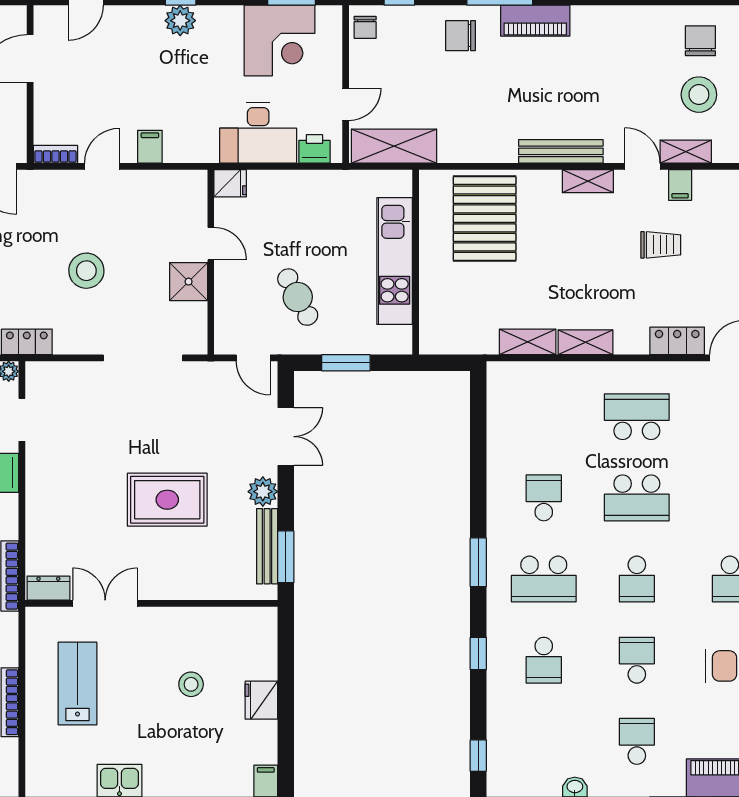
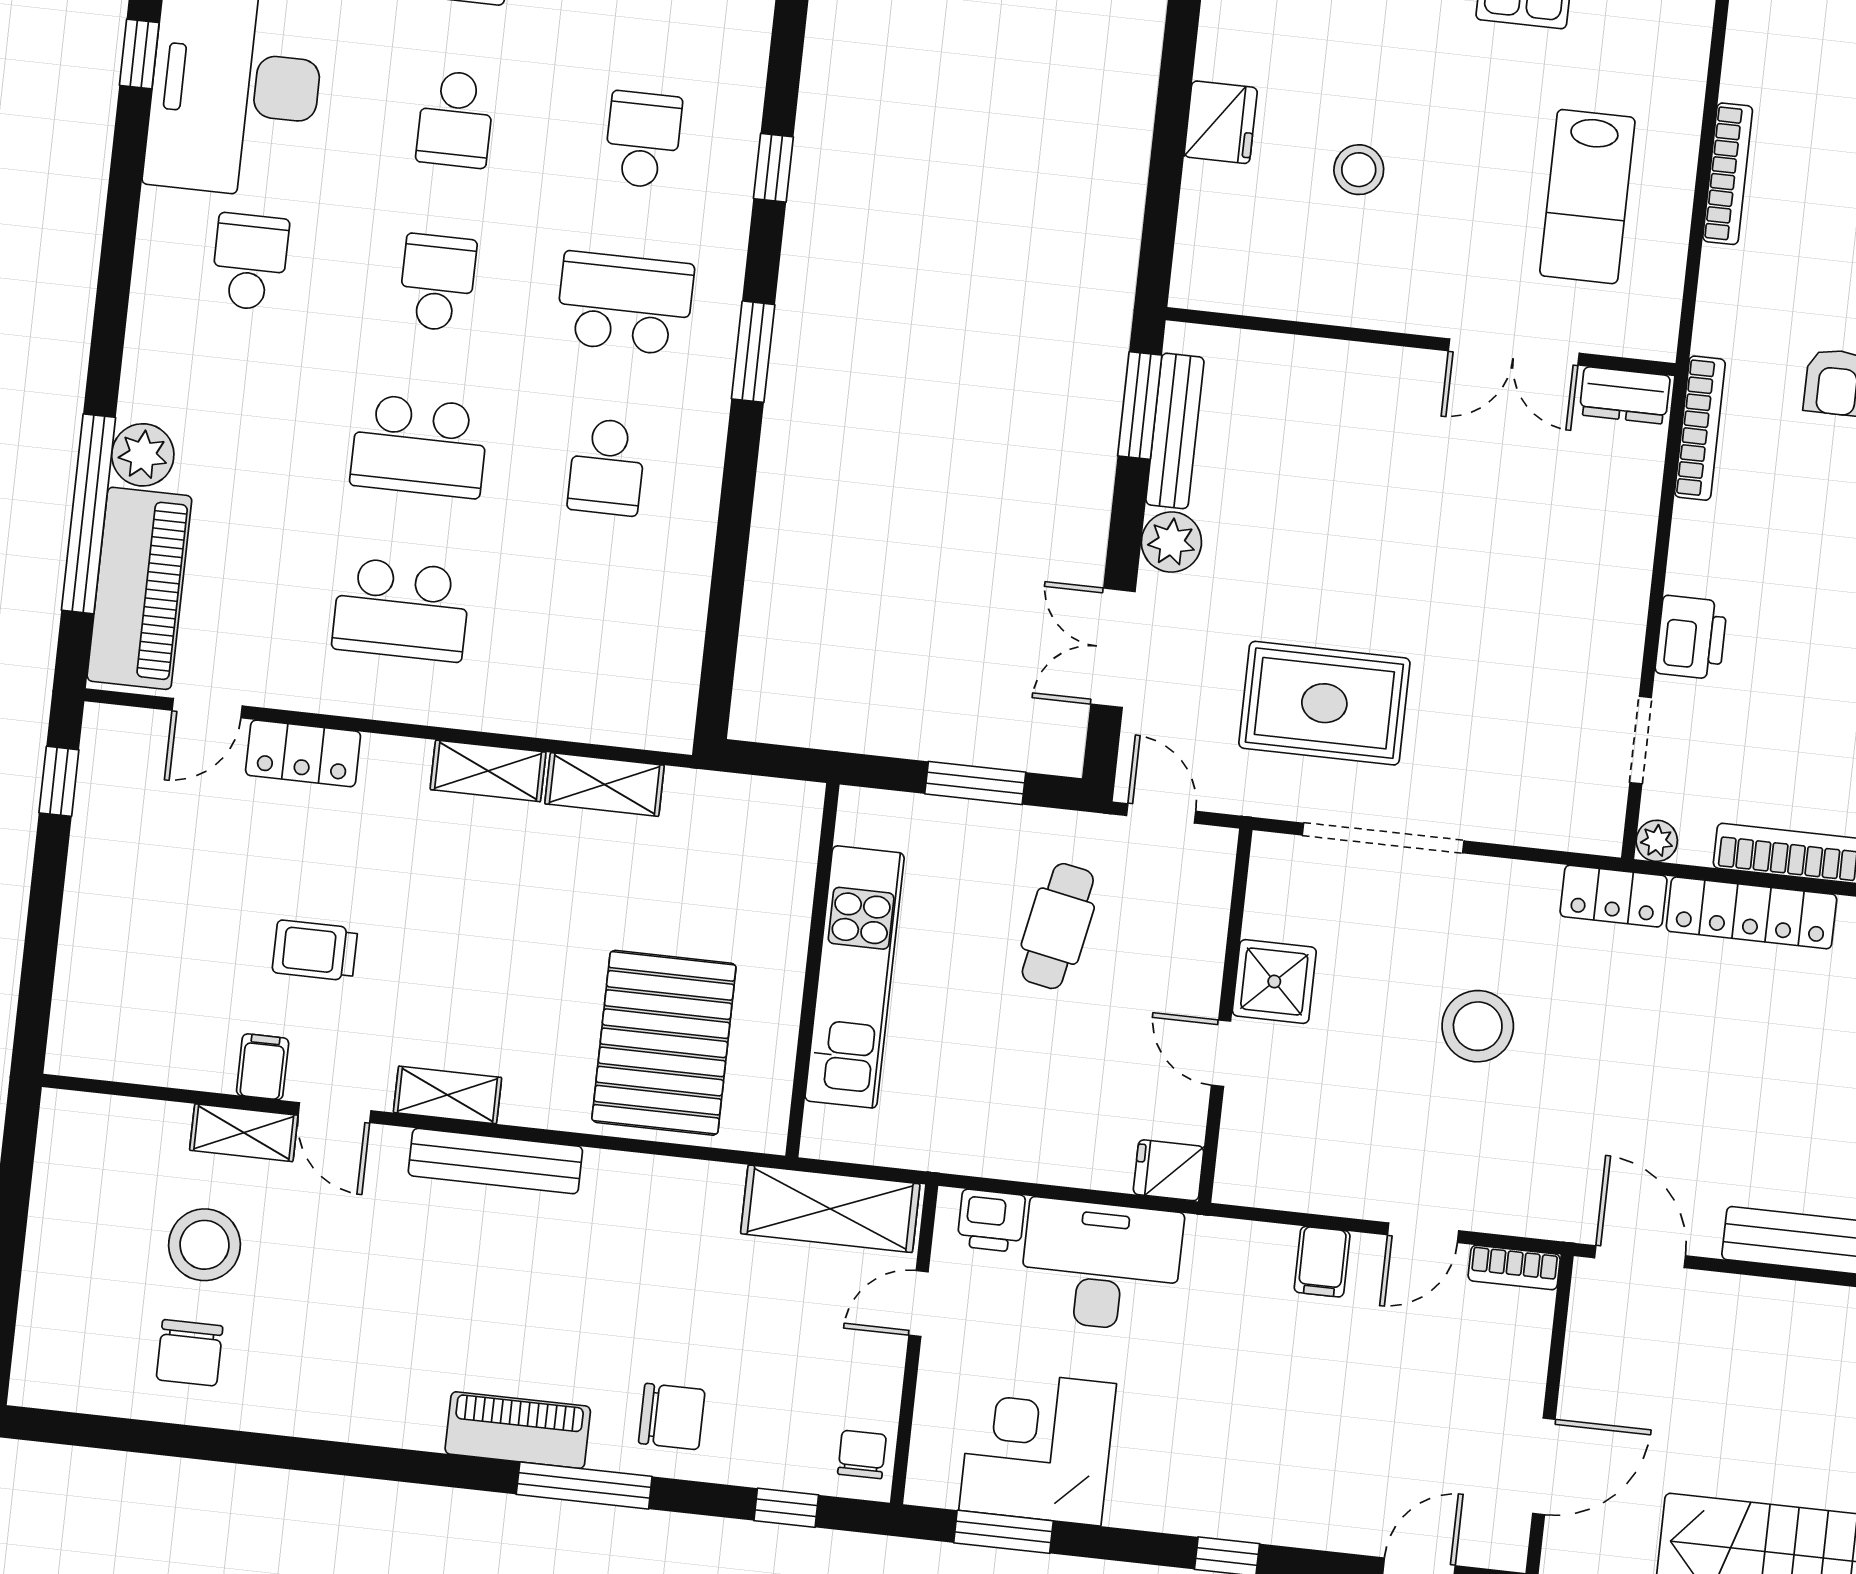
plant: (180, 21) -> (1233, 1509), removed
cafe table: (298, 297) -> (1058, 926), turned 39
school desk: (637, 498) -> (419, 446), turned 180
rug: (167, 500) -> (1324, 703), moved

